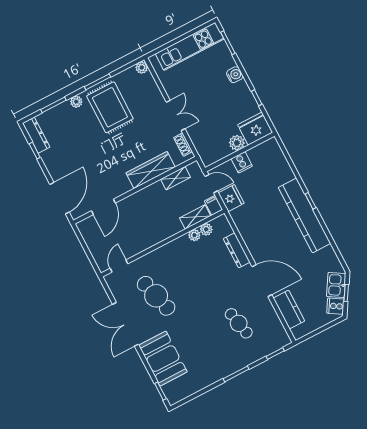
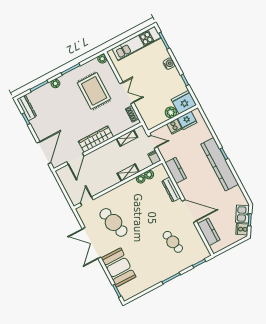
rug: (110, 107) -> (94, 91), moved
wardrobe: (151, 170) -> (96, 139), moved
fridge: (231, 198) -> (187, 120), moved, turned 90
shelving: (195, 217) -> (128, 173), moved
kitchen counter: (243, 224) -> (176, 170), added

